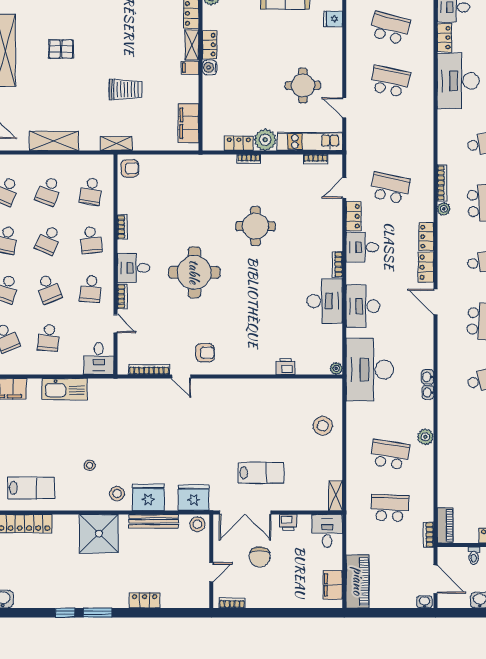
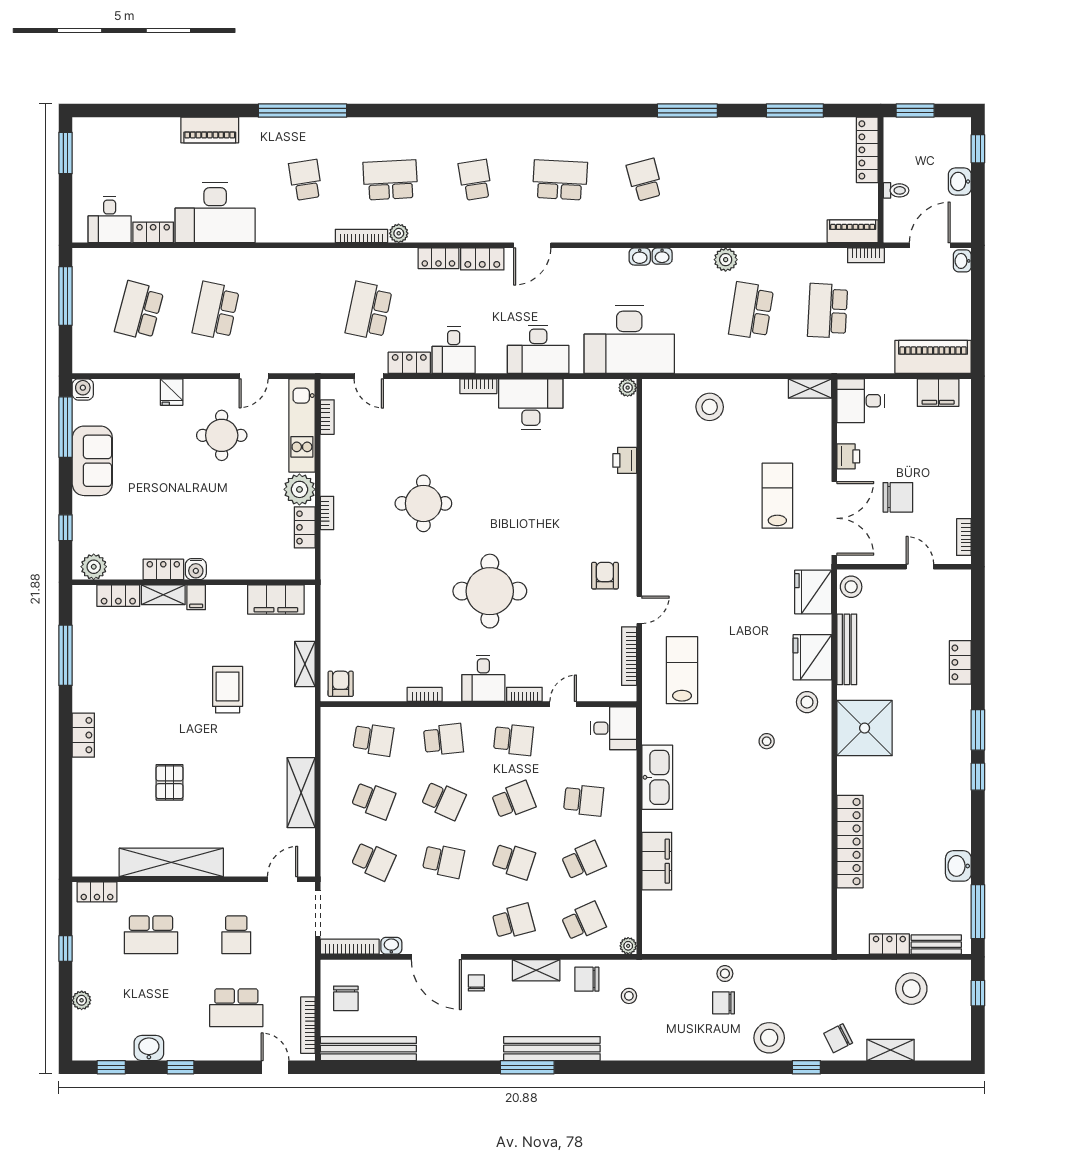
fridge: (333, 19) -> (172, 392), moved
shelving: (116, 143) -> (305, 664), moved
lab bench: (31, 488) -> (682, 670), moved

